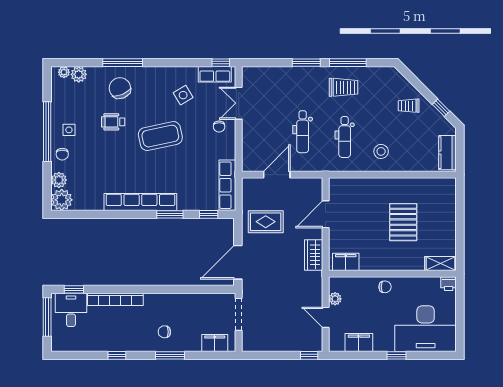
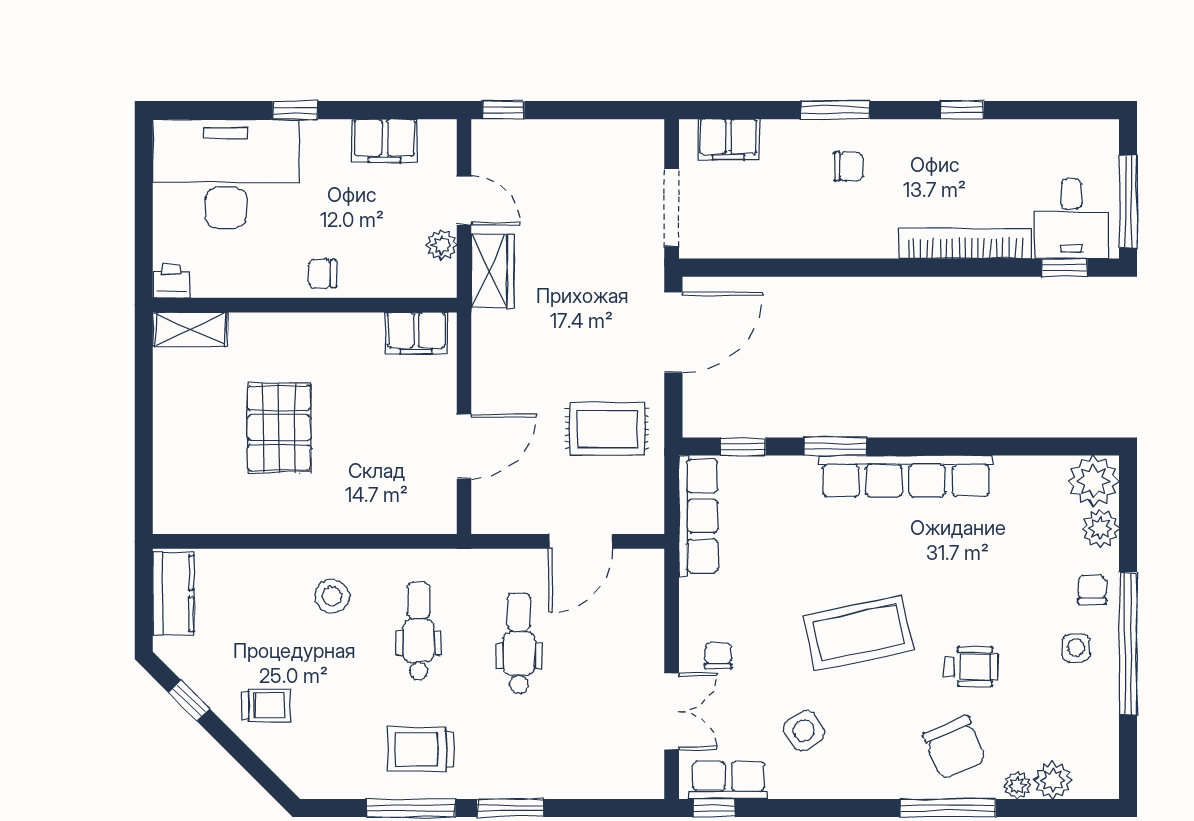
plant: (64, 72) -> (1017, 785), moved
wardrobe: (314, 255) -> (493, 271), moved

